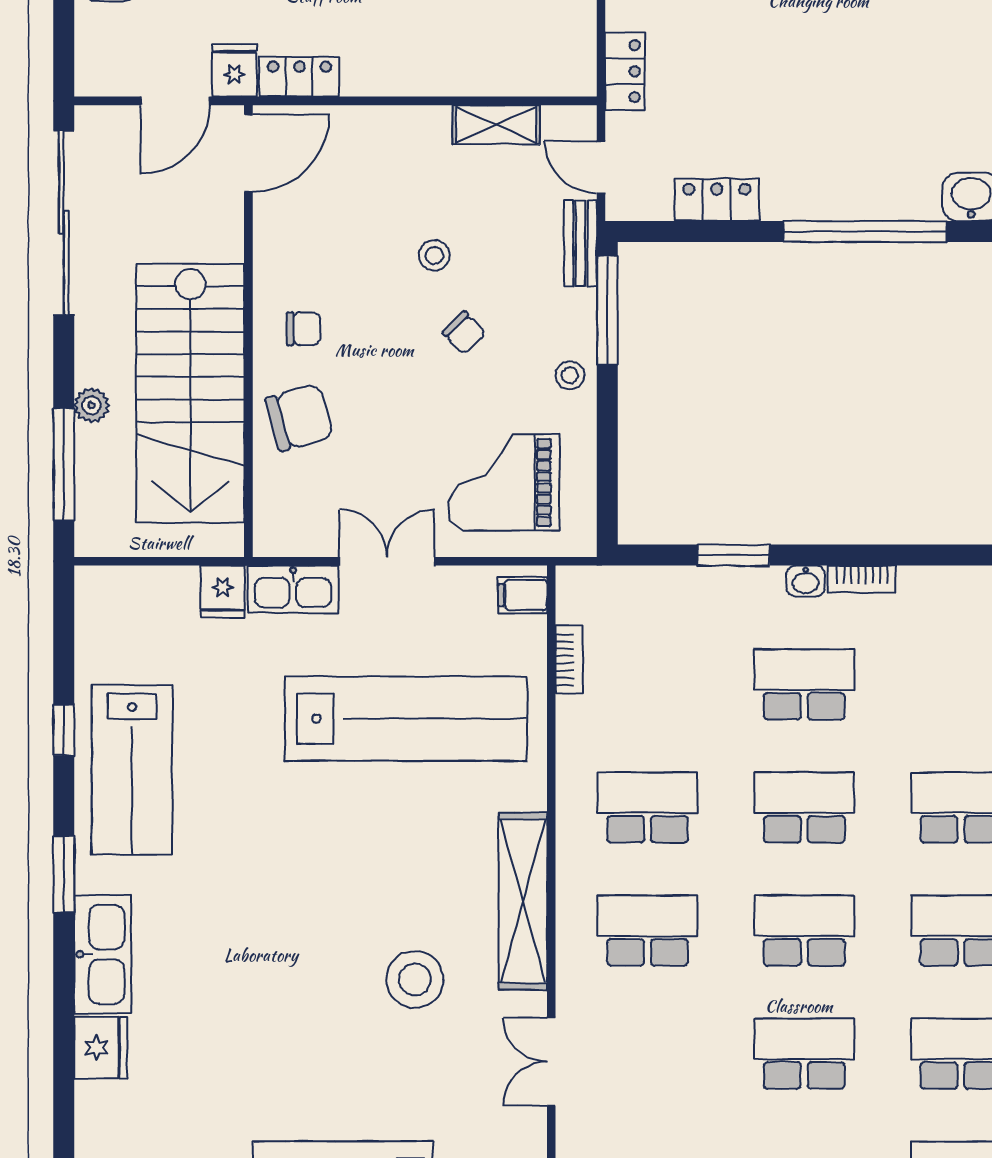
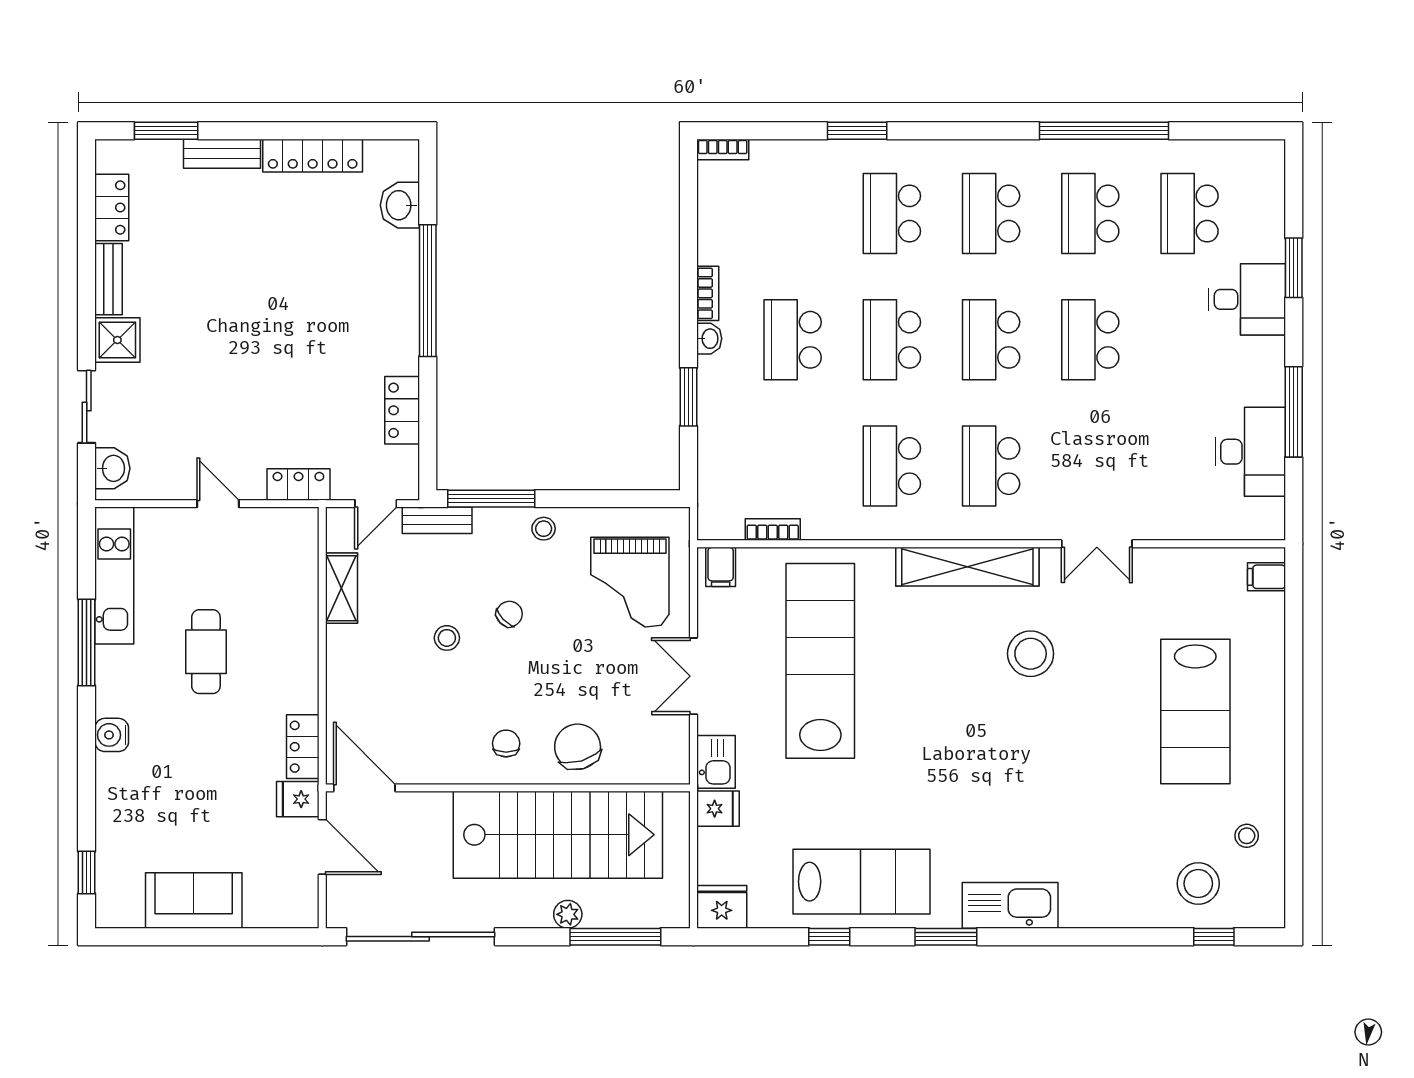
kitchen sink: (293, 589) -> (716, 762), width x0.73
fridge: (101, 1048) -> (722, 907), moved

